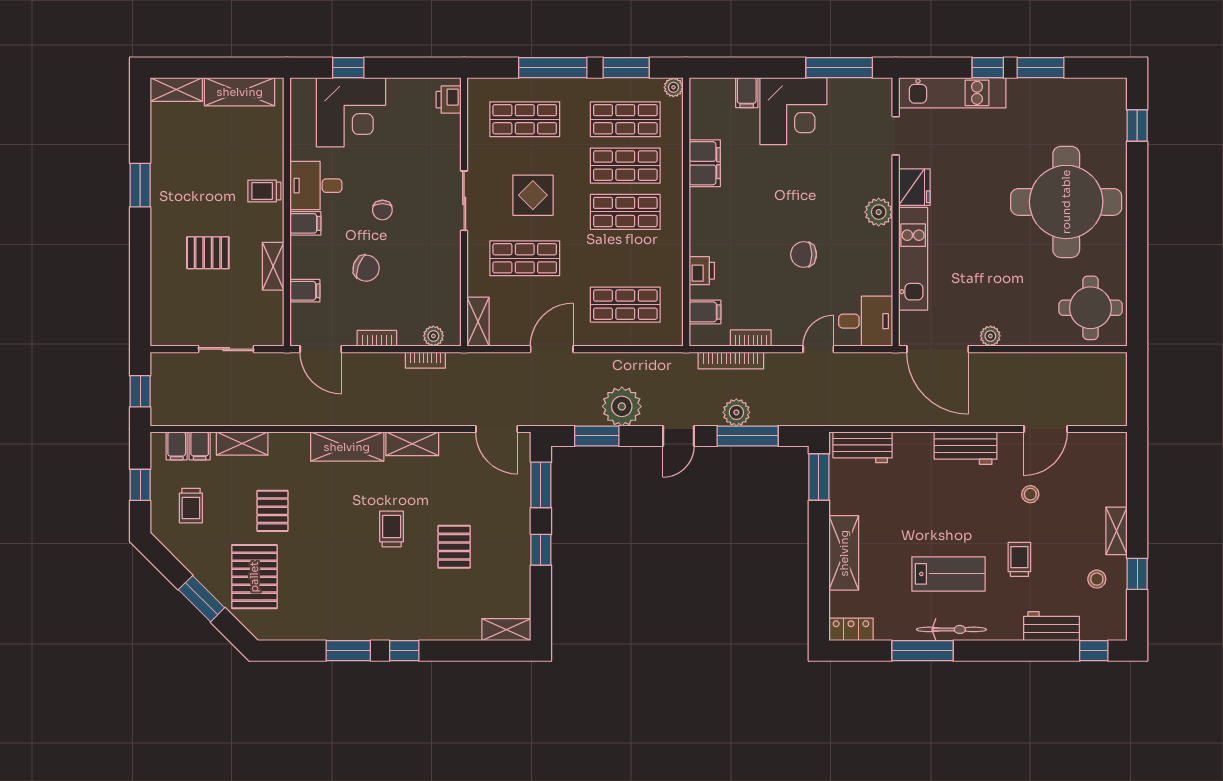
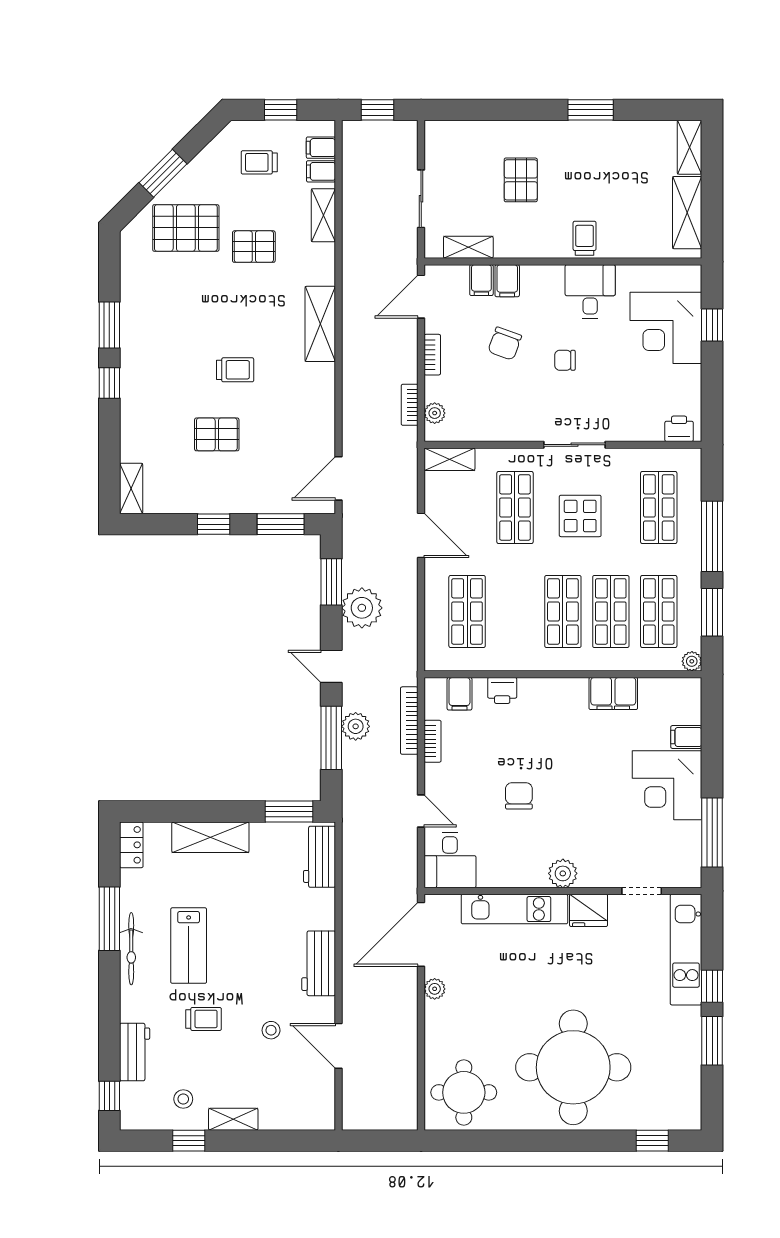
filing cabinet: (305, 223) -> (507, 281), moved
shelving: (273, 266) -> (468, 247), moved
shelving: (412, 444) -> (323, 391), removed

